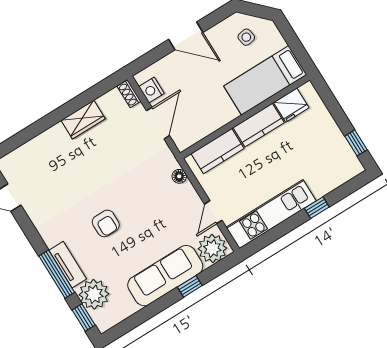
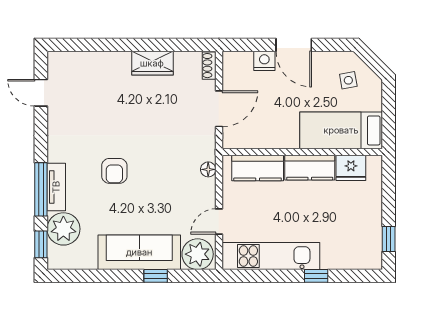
nightstand: (152, 90) -> (264, 61), moved, turned 90

